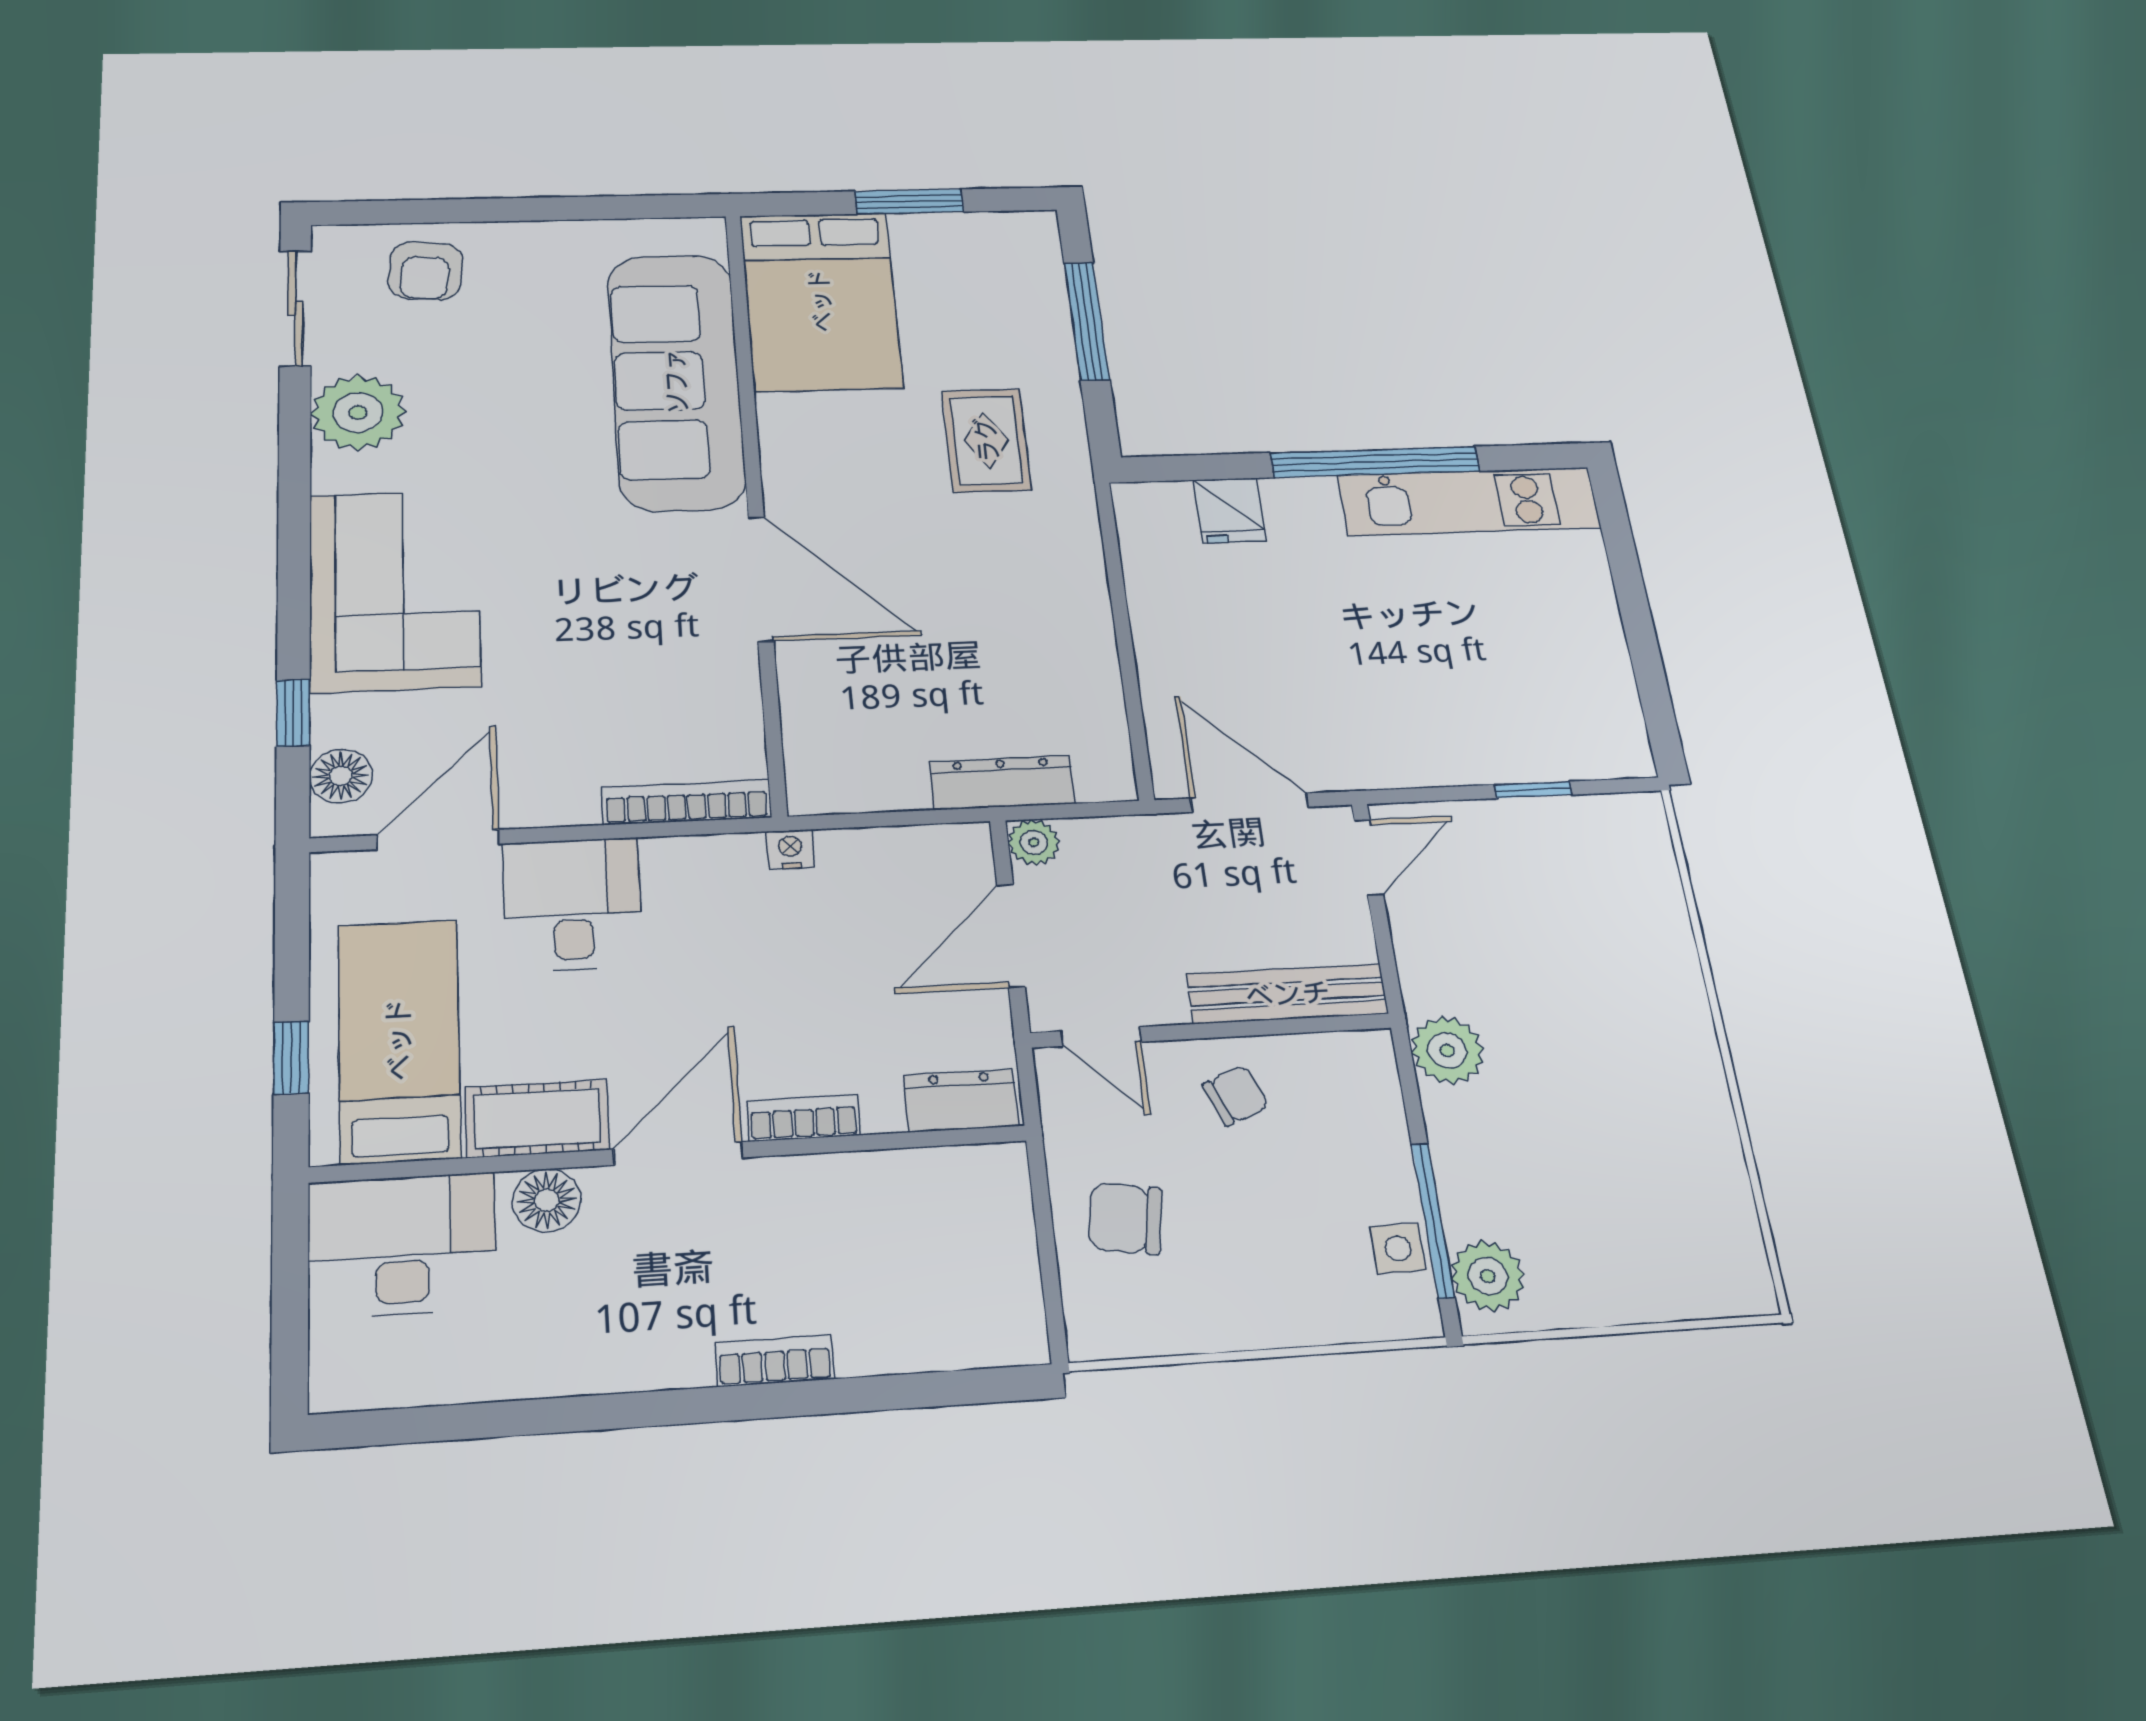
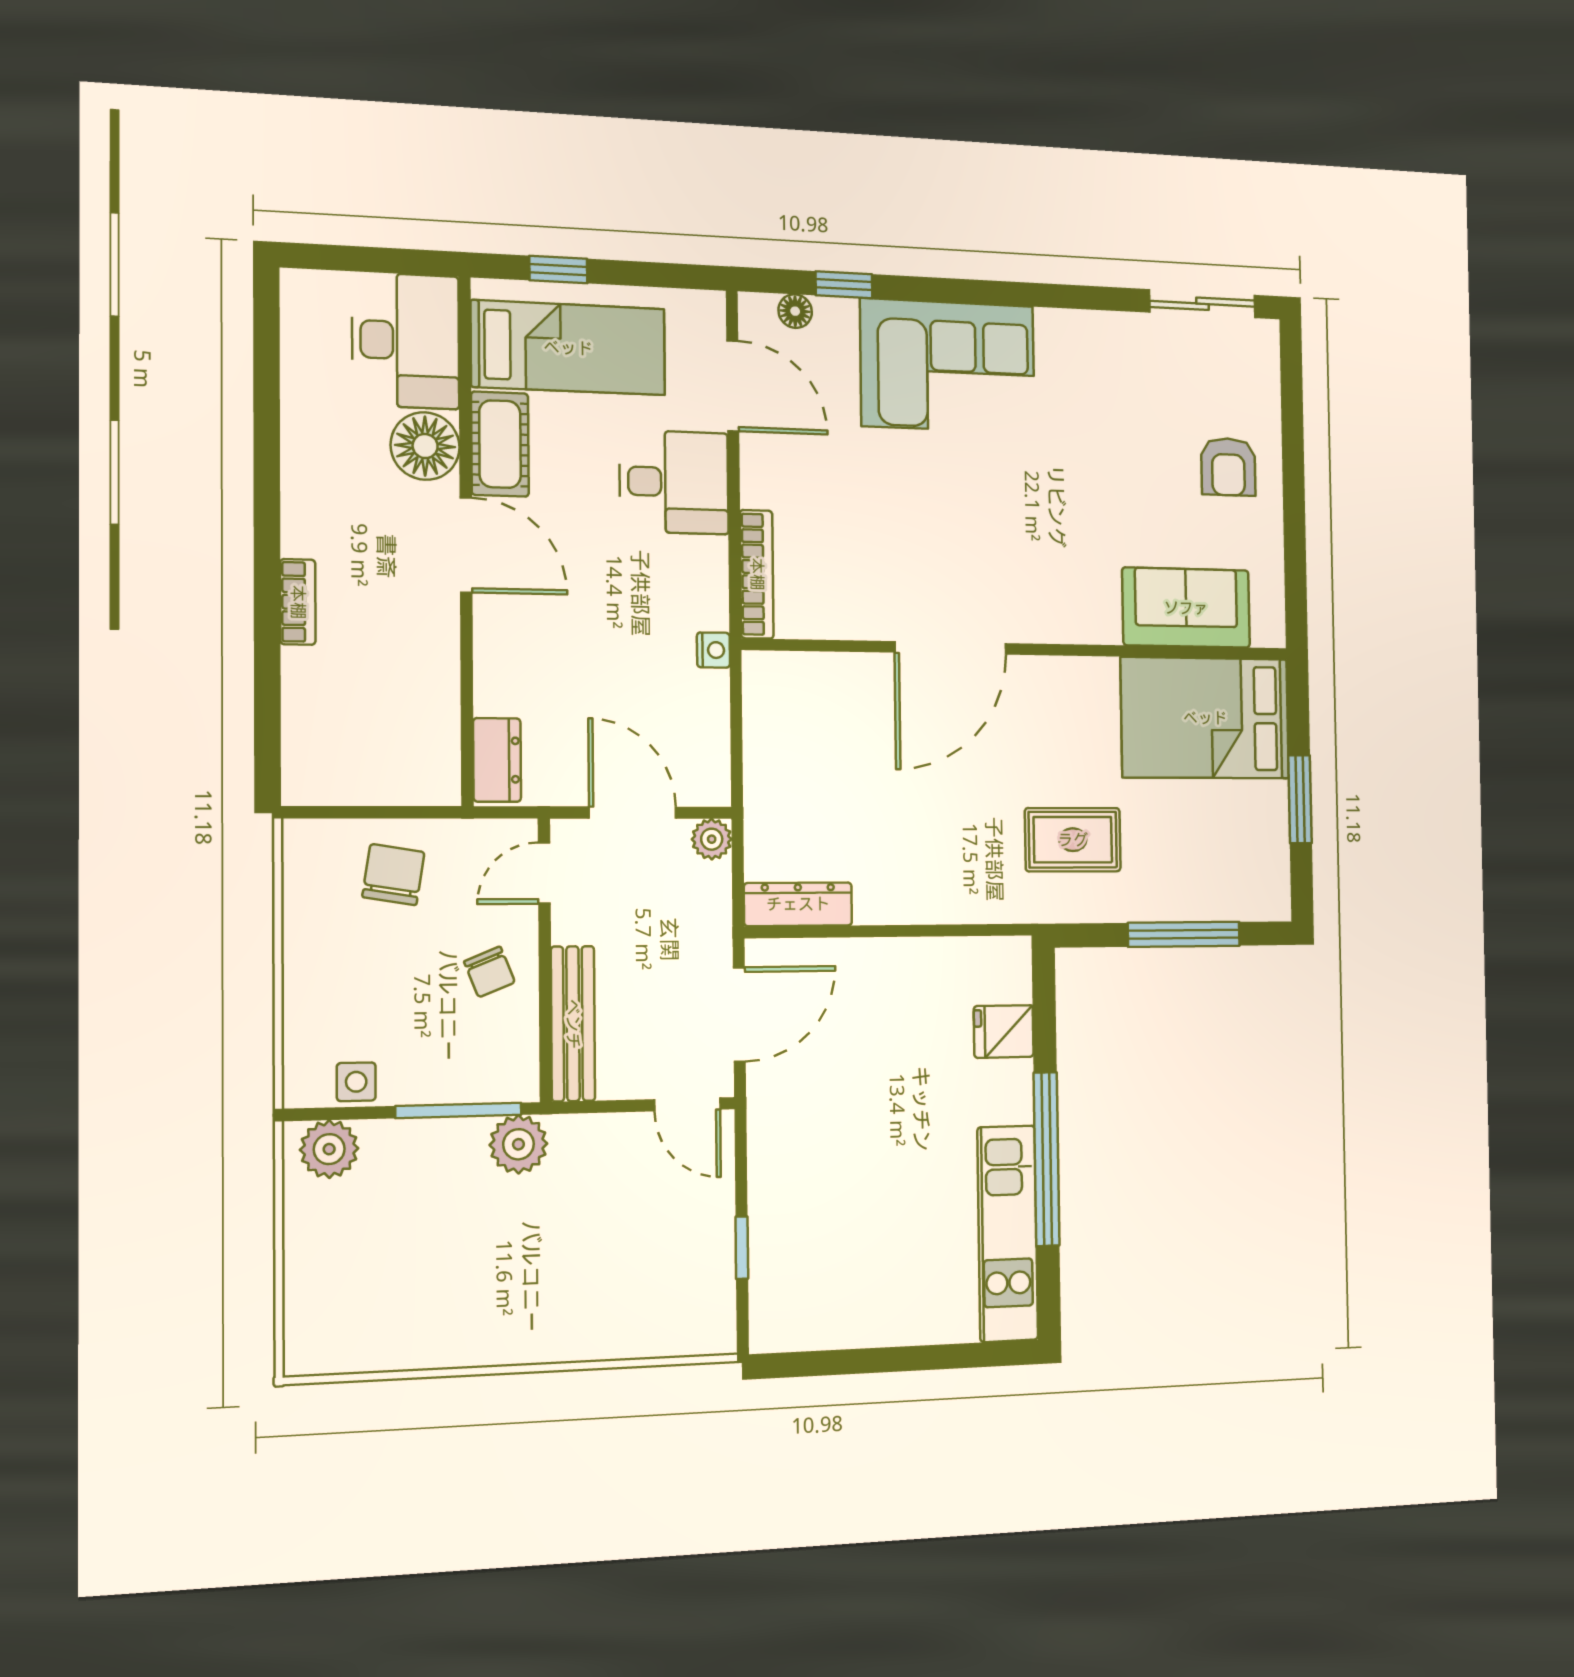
armchair: (425, 271) -> (1228, 467), moved, turned -95
sofa: (676, 381) -> (1186, 608), width x0.54, depth x0.79
plant: (358, 413) -> (1107, 347), removed
floor lamp: (341, 776) -> (795, 311), width x0.73, depth x0.73
dresser: (1002, 783) -> (798, 904), moved, turned -90
bookcase: (804, 1118) -> (489, 640), removed
floor lamp: (547, 1200) -> (425, 446), width x1.38, depth x1.38
window: (1433, 1220) -> (459, 1110), moved

